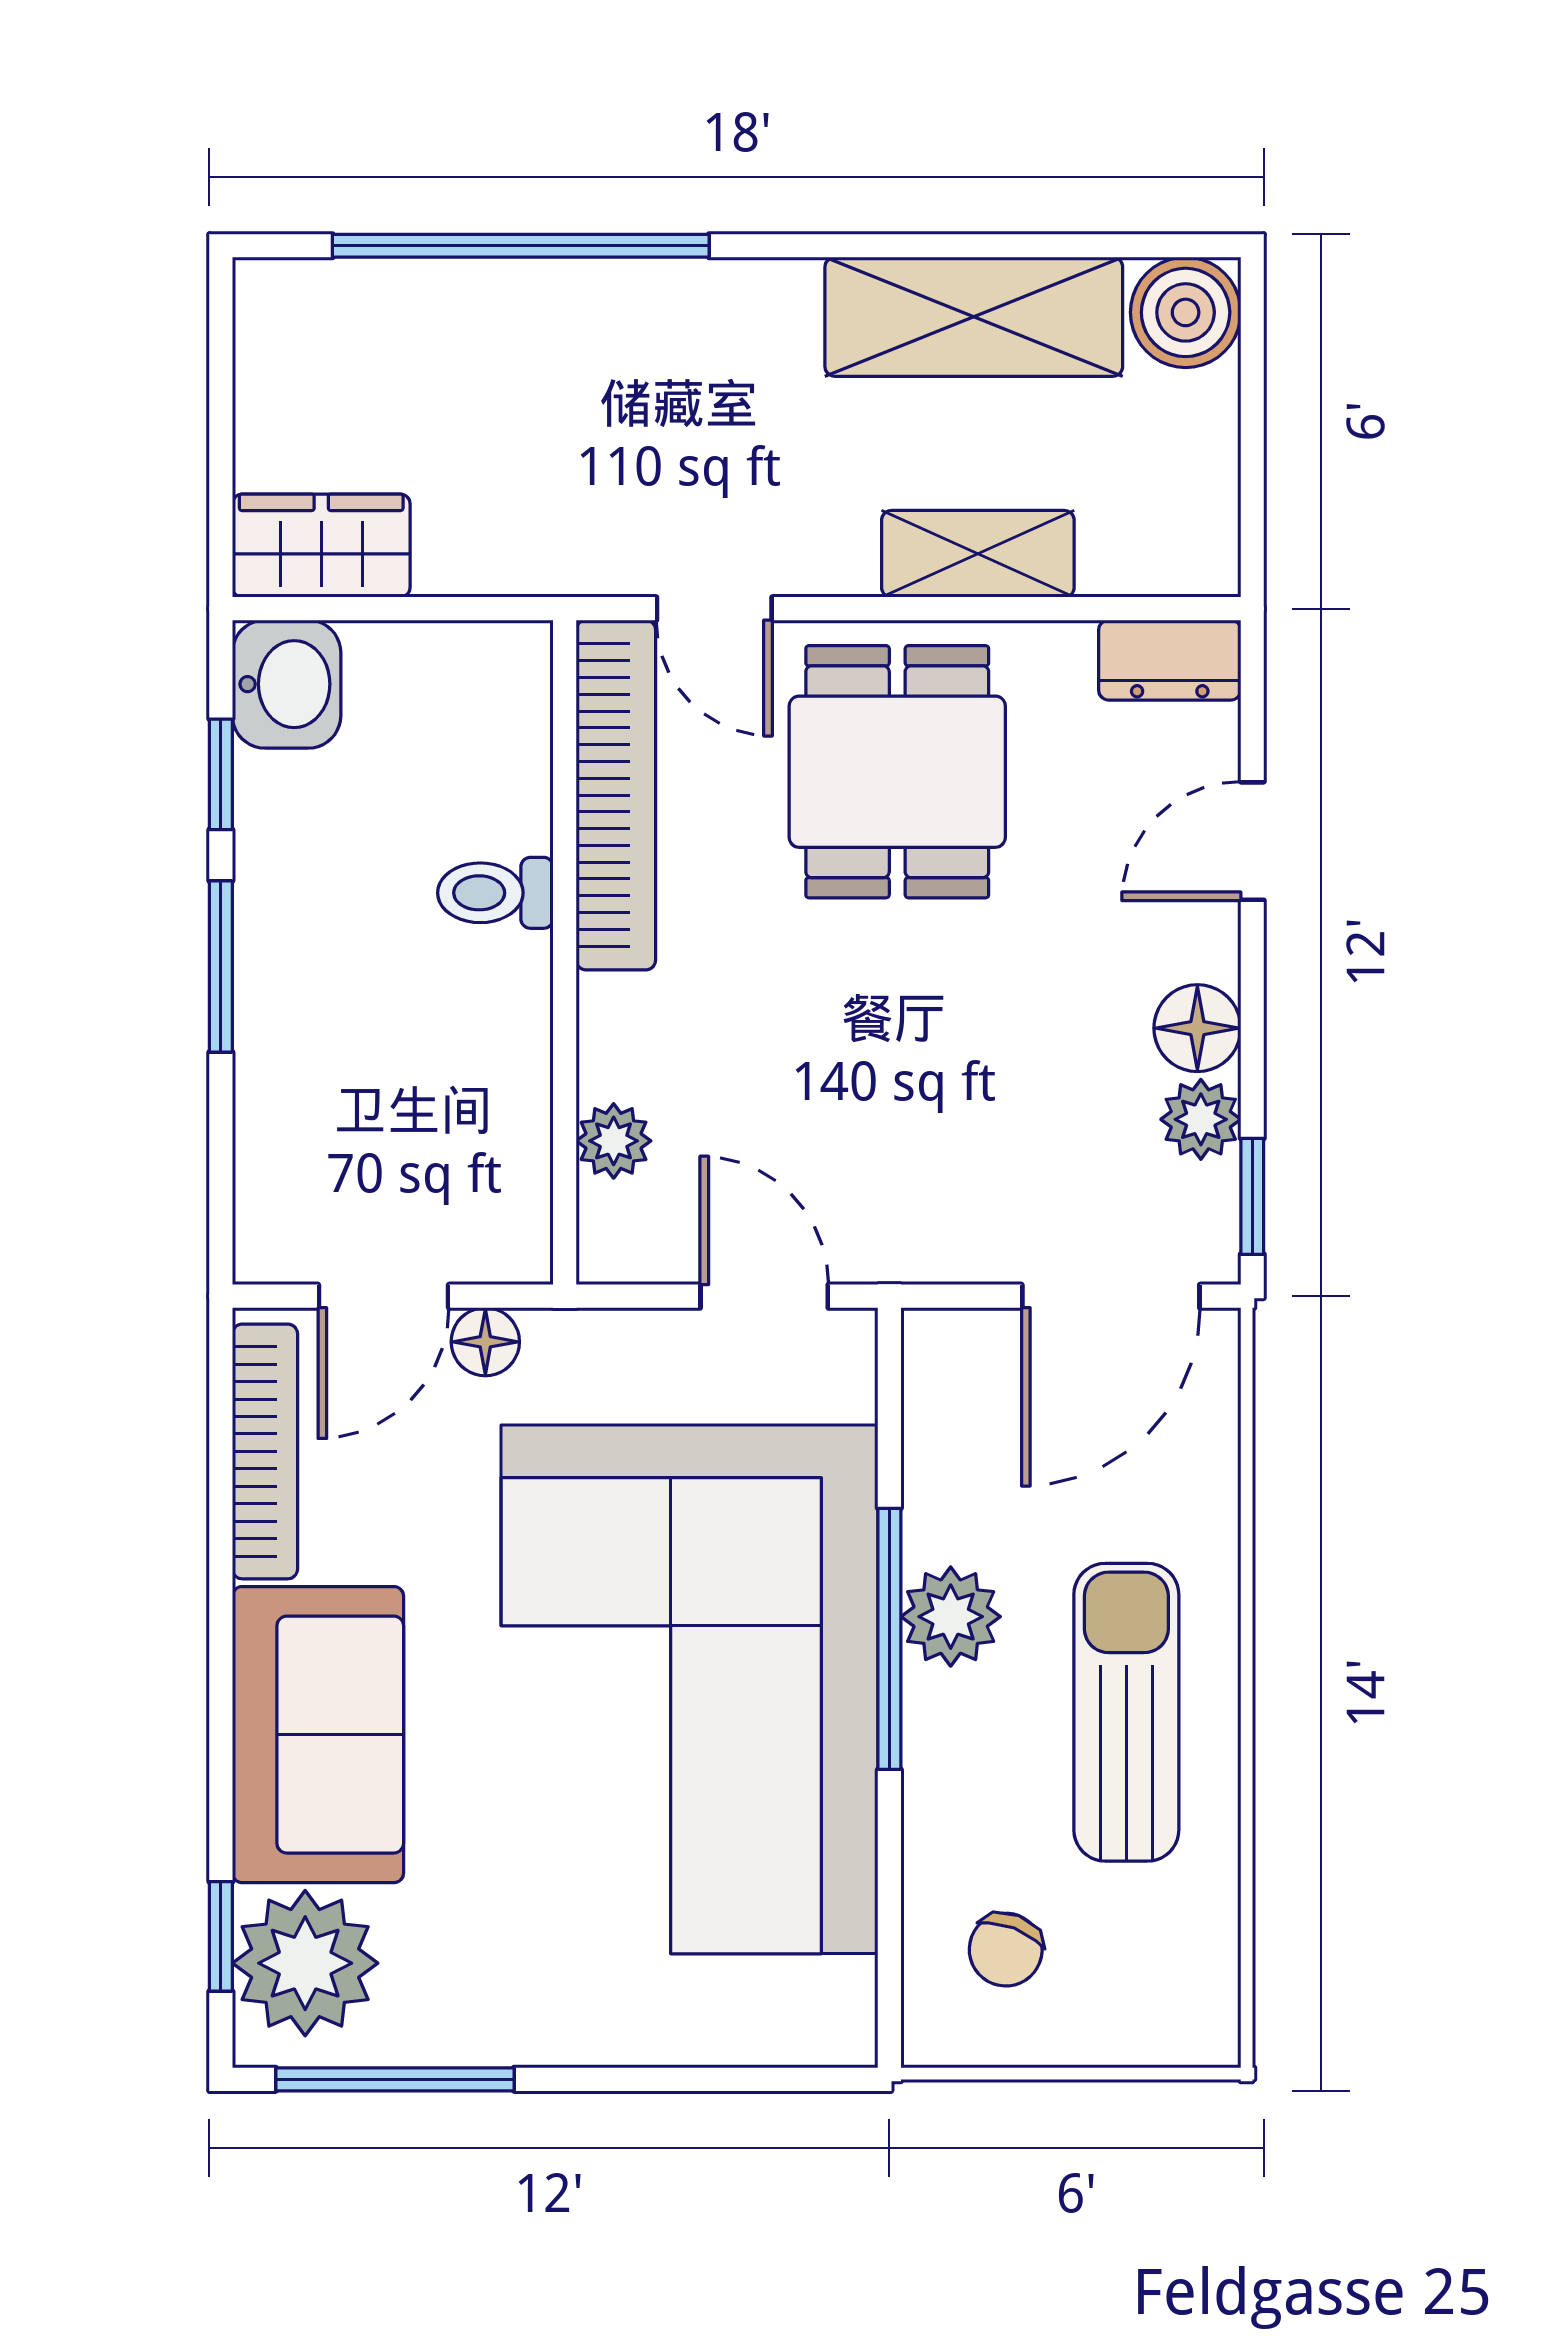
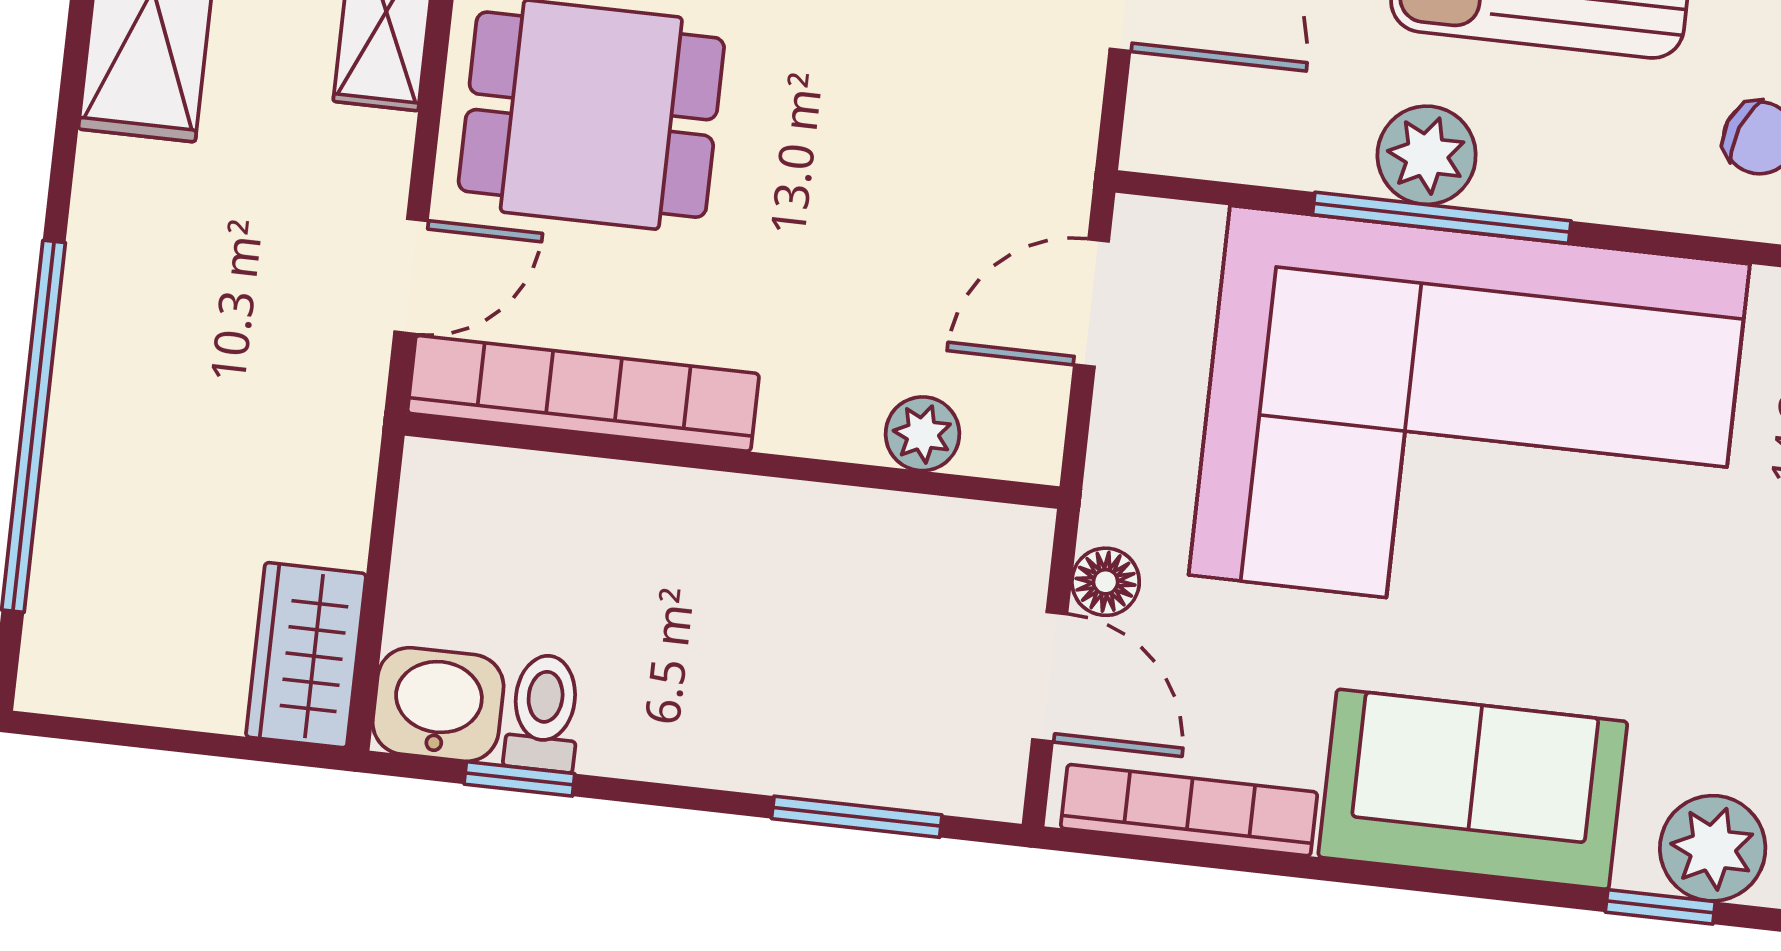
toilet: (495, 893) -> (544, 713), moved, turned 180
window: (221, 966) -> (857, 817), moved
plant: (305, 1963) -> (1713, 848), width x0.73, depth x0.73

